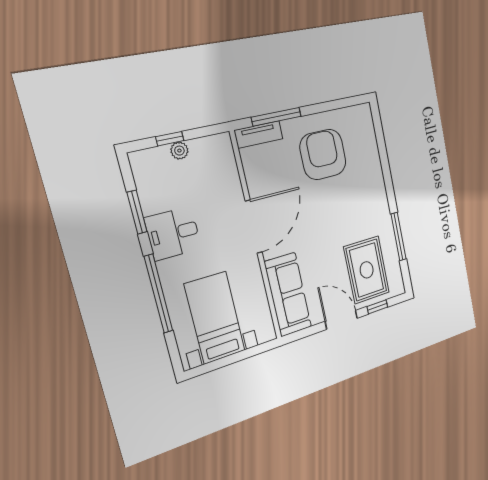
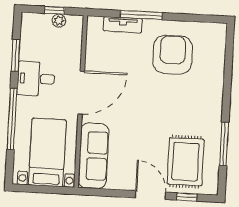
door: (254, 227) -> (81, 93), moved
wall: (256, 237) -> (81, 102), moved
sofa: (288, 295) -> (93, 156), moved

